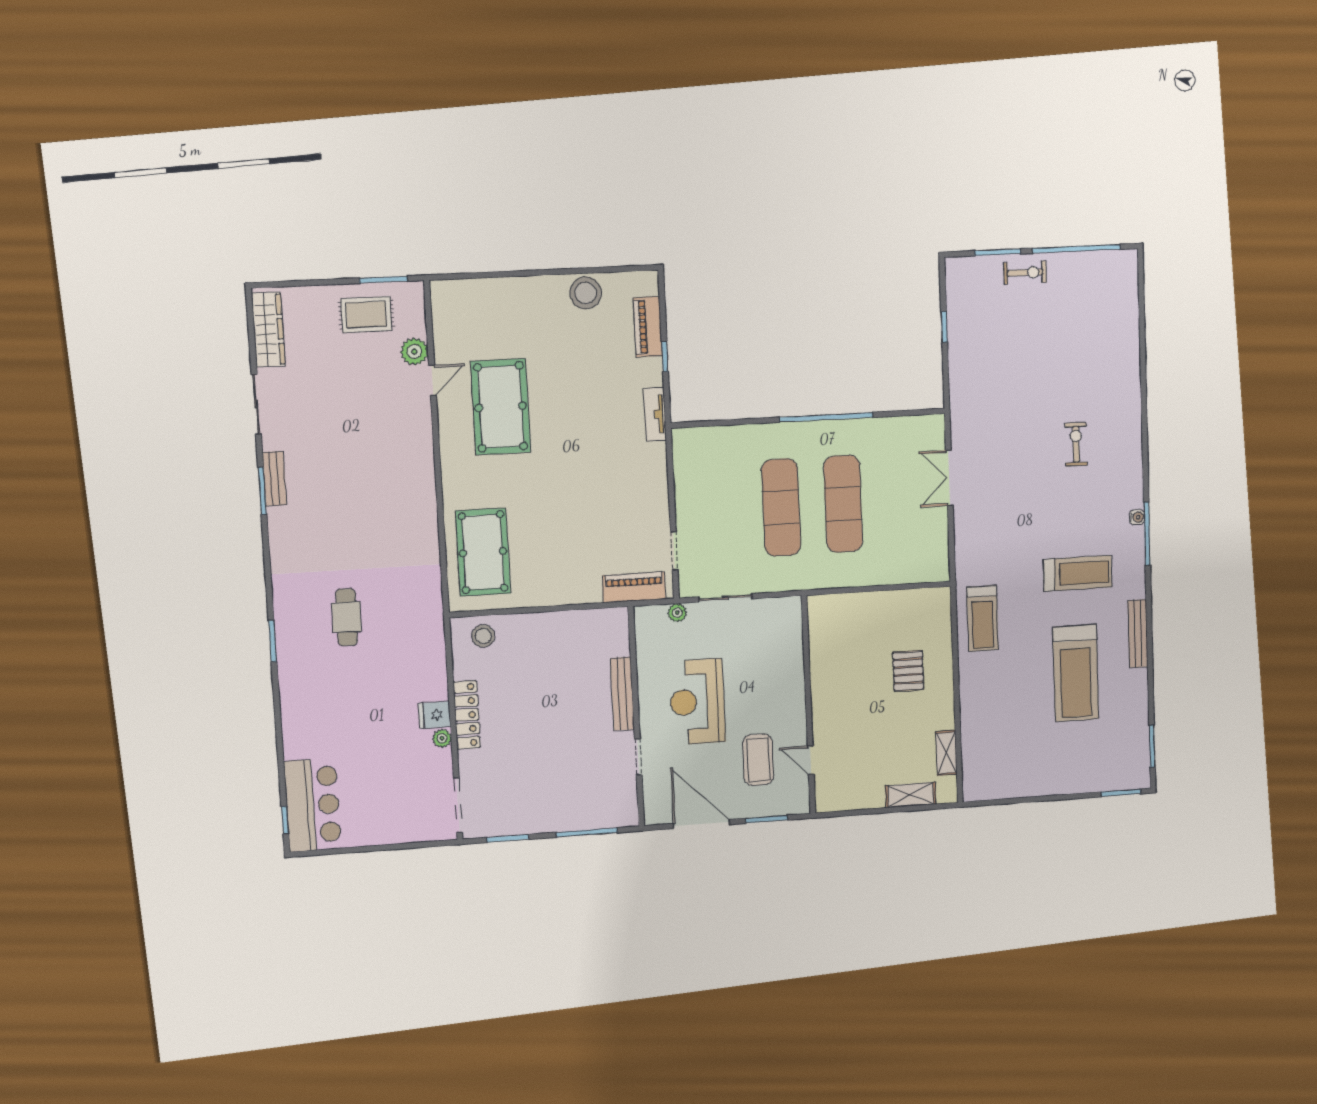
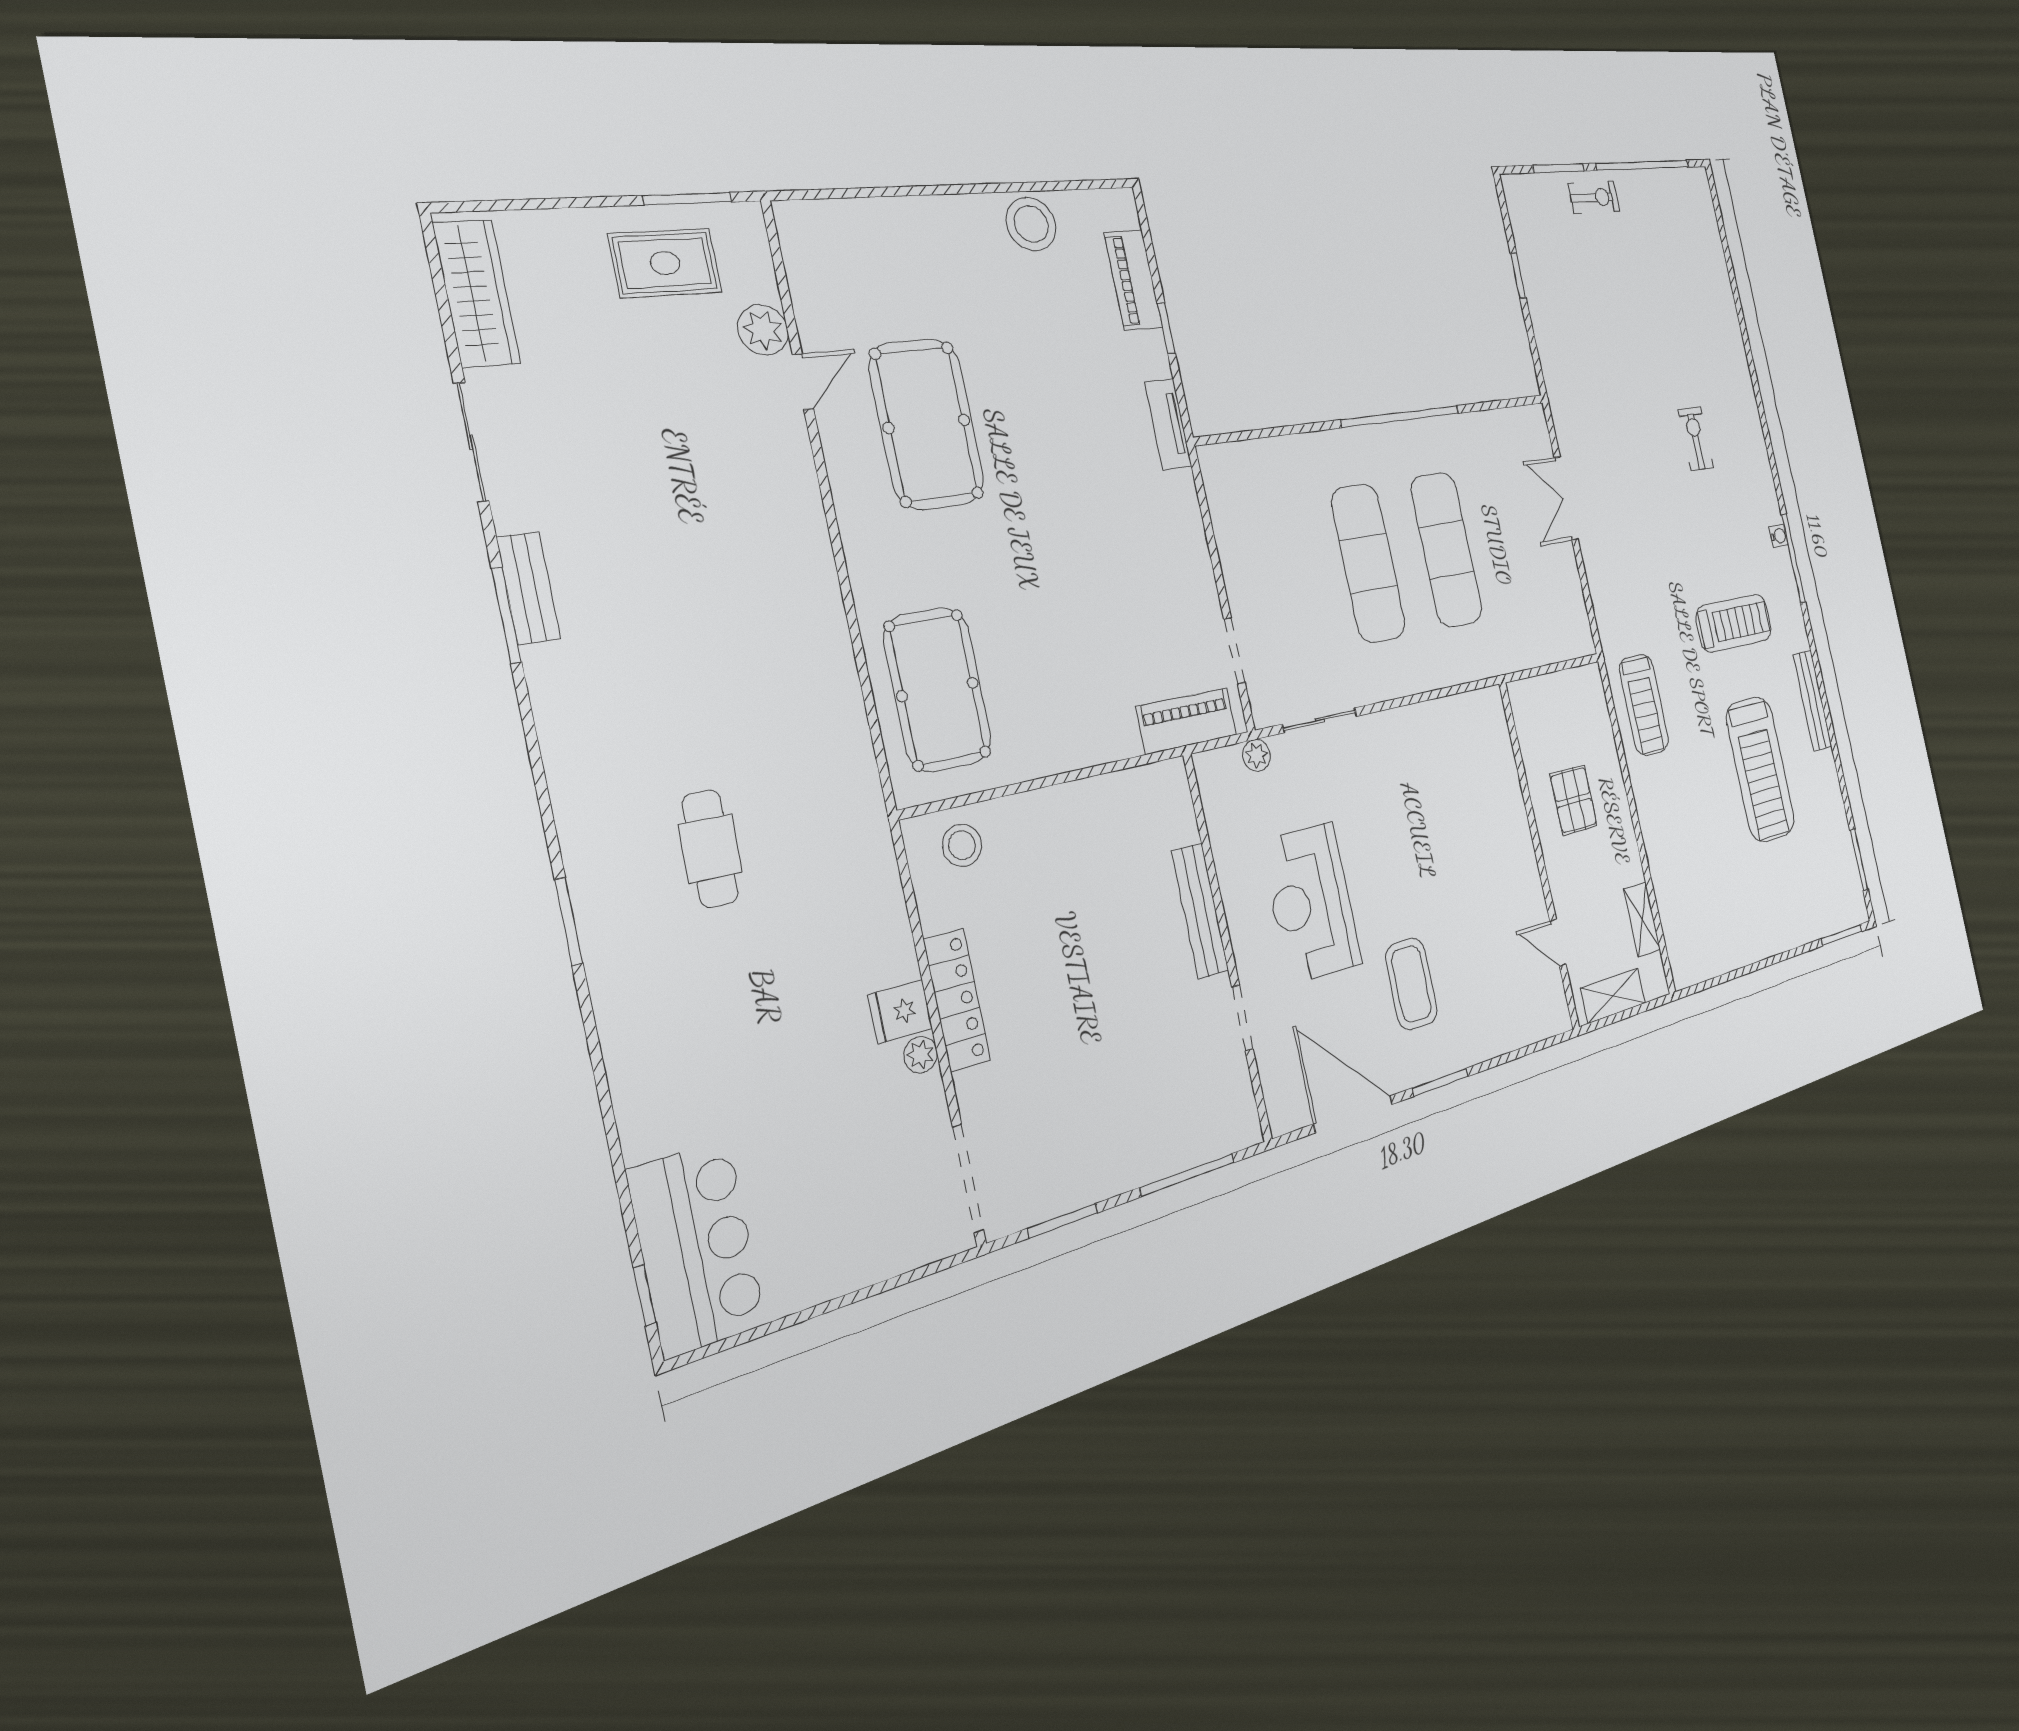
wall: (808, 705) -> (1539, 855), moved
door: (811, 760) -> (1558, 943), moved

